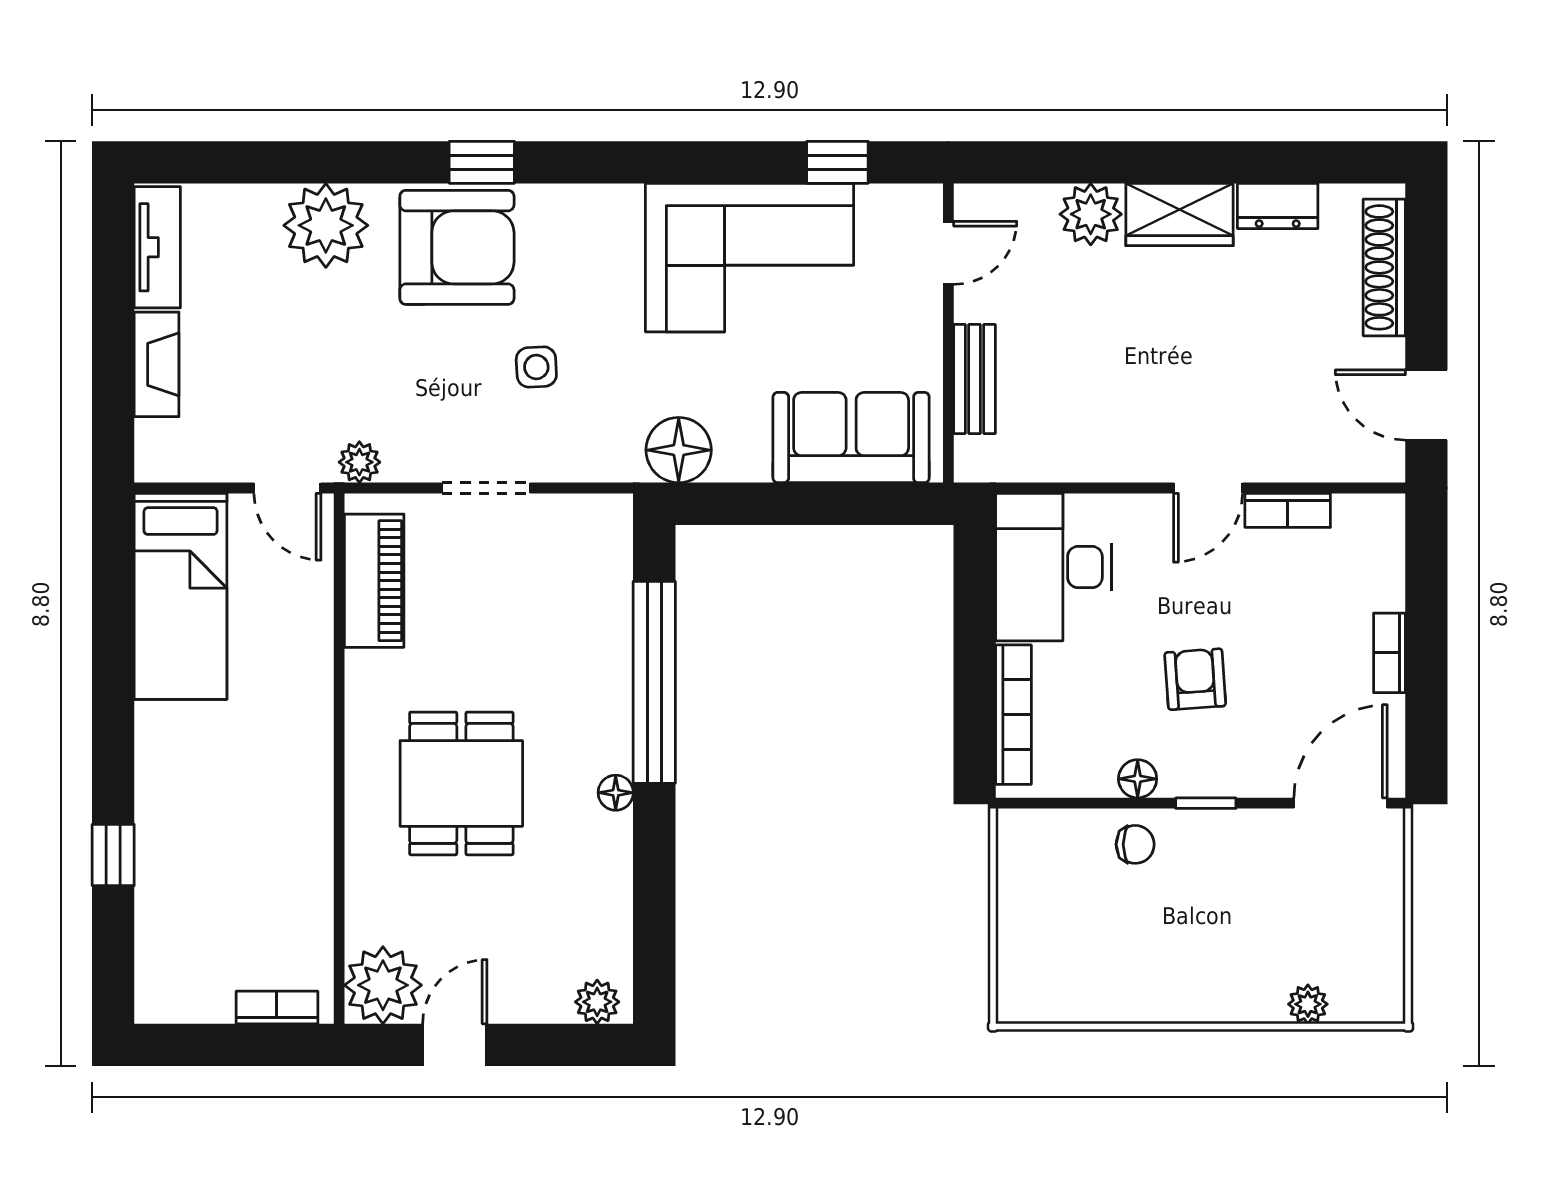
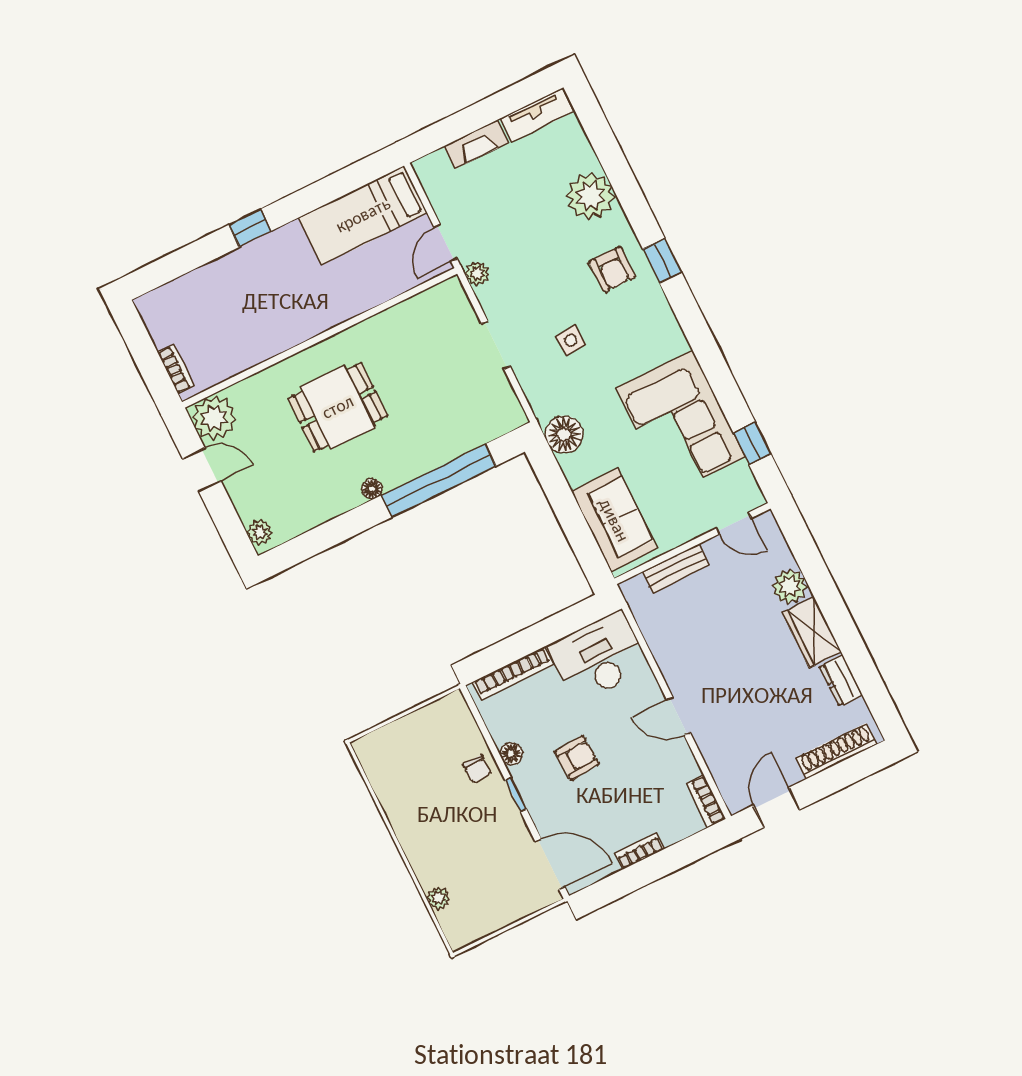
armchair: (457, 247) -> (612, 269), width x0.53, depth x0.53
bookcase: (1288, 510) -> (706, 801), moved
piano: (374, 581) -> (420, 311), removed
window: (113, 855) -> (250, 228), moved

